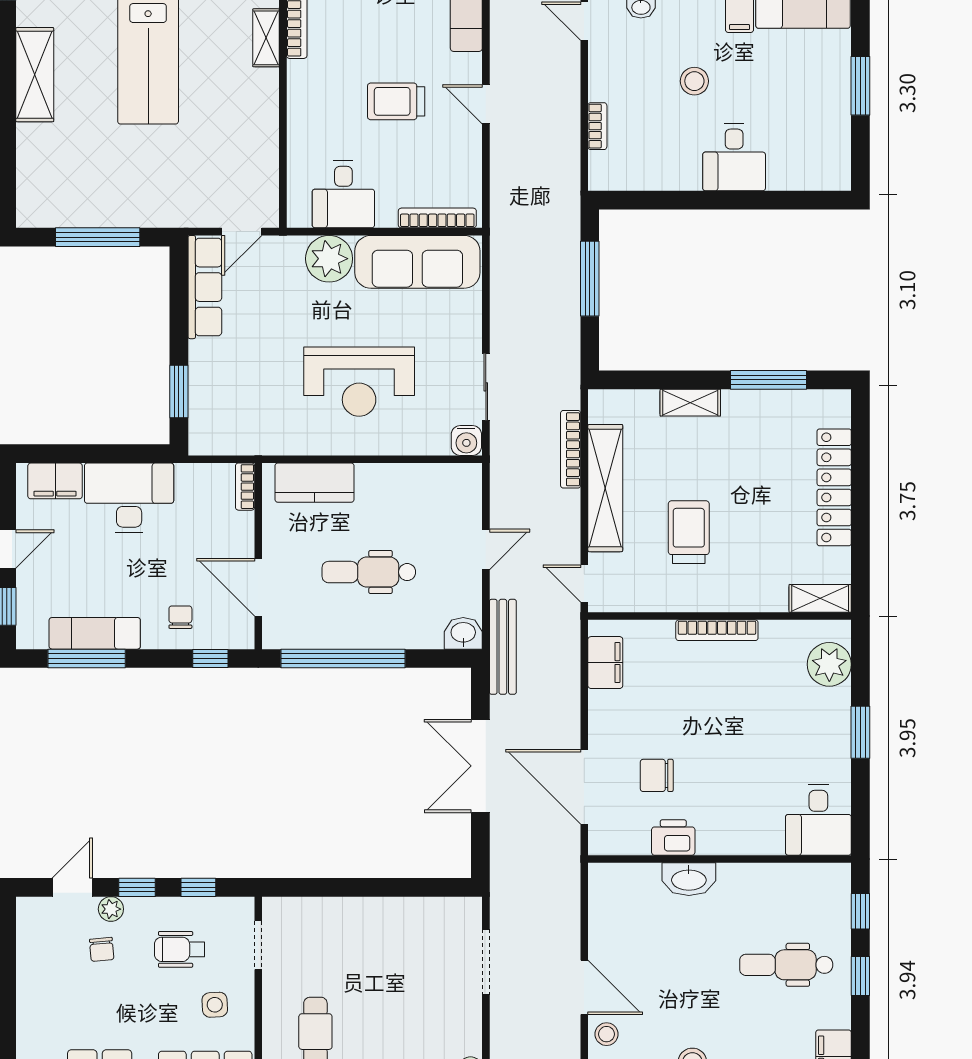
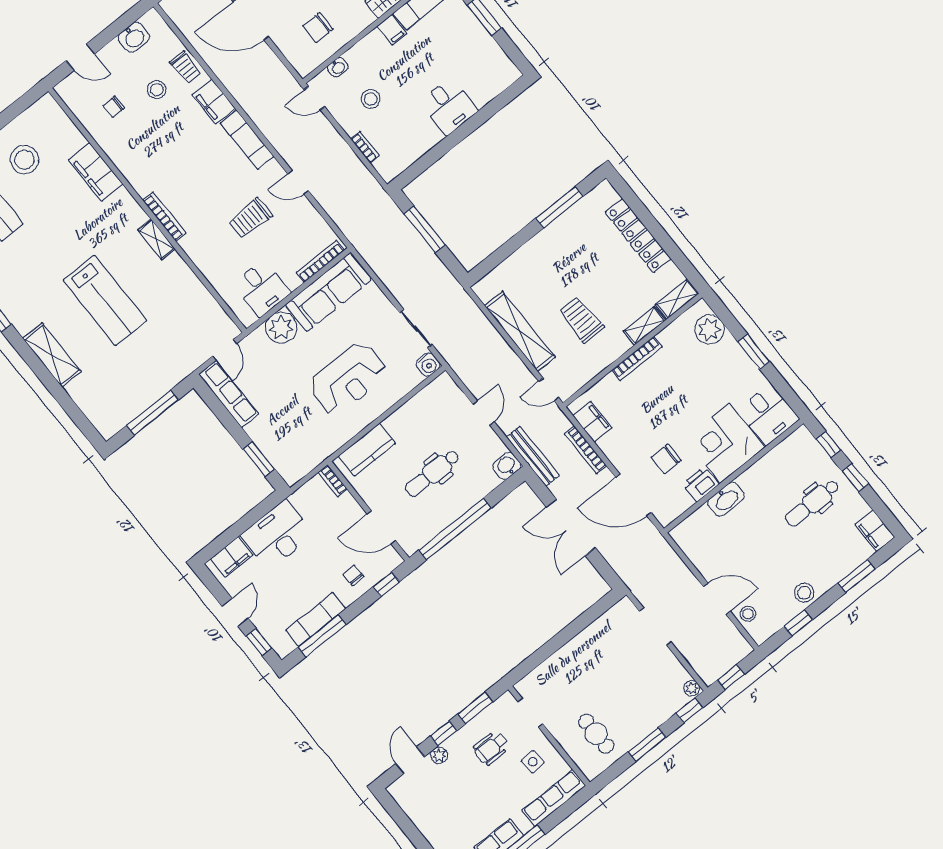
stool: (694, 81) -> (371, 99), moved
shelving: (690, 403) -> (644, 326), moved
bookcase: (571, 449) -> (586, 450), moved
corner desk: (740, 812) -> (725, 443), added
window: (198, 887) -> (475, 708), width x1.50
chair: (102, 949) -> (451, 780), removed

